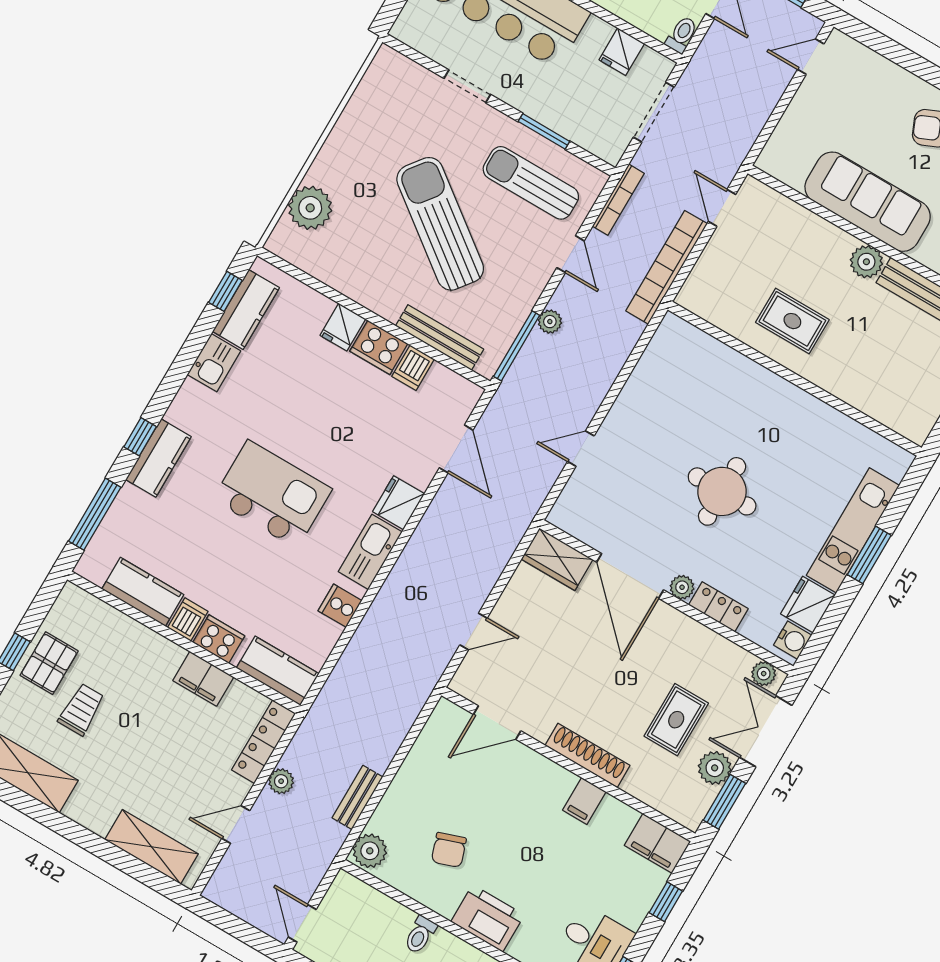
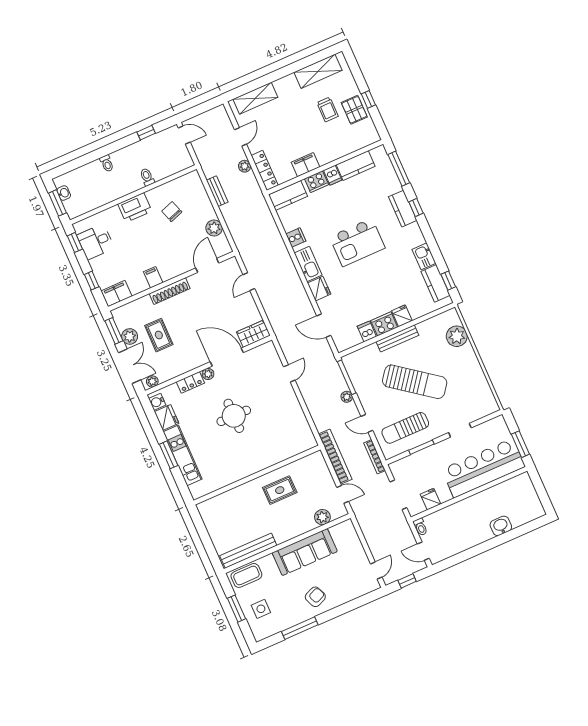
sun lounger: (531, 183) -> (405, 428), turned 180
plant: (866, 262) -> (322, 517), moved
bench: (440, 338) -> (397, 338), moved
plant: (370, 851) -> (214, 228), moved

